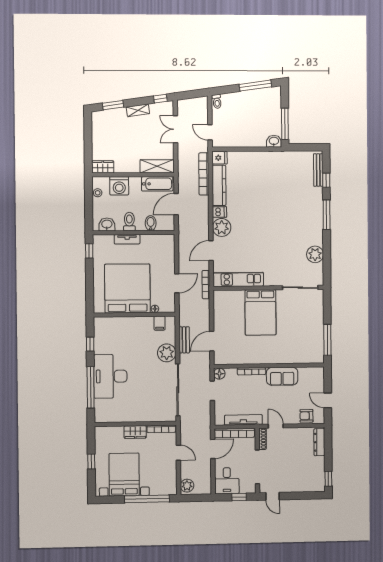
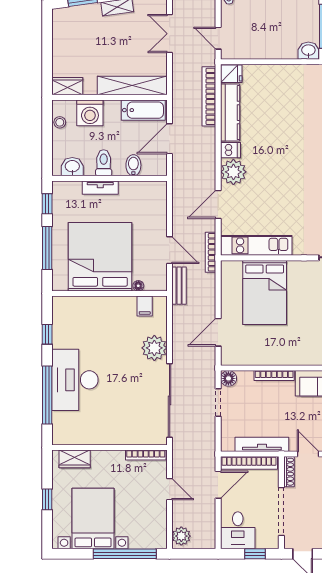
shelving: (157, 166) -> (132, 85), width x1.47
window: (89, 283) -> (47, 248), added
door: (177, 283) -> (170, 250), hinge flipped
bed: (260, 312) -> (265, 292), moved
bench: (184, 340) -> (179, 286), moved
wardrobe: (135, 432) -> (75, 459), moved

